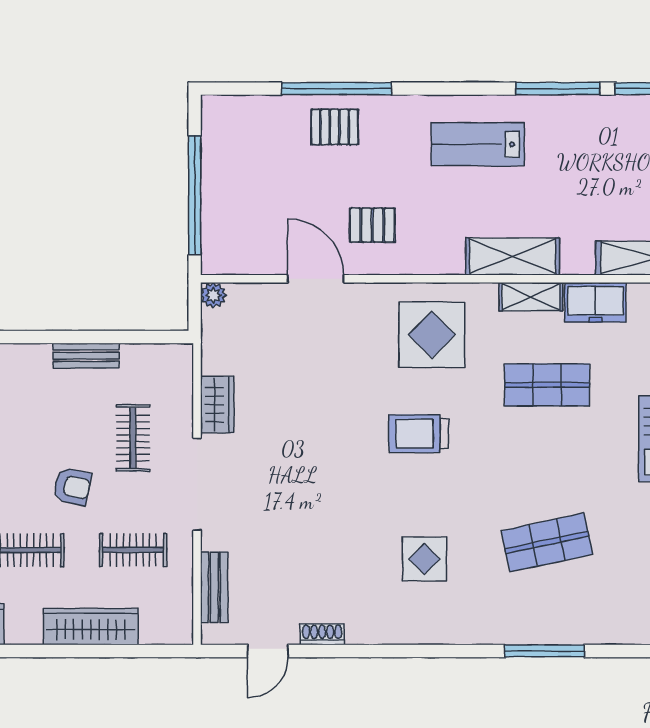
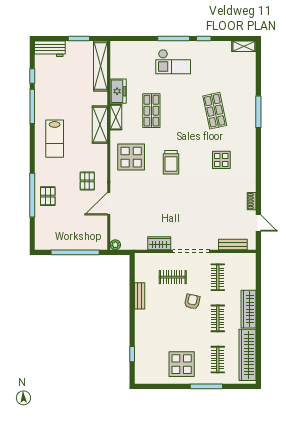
wardrobe: (91, 627) -> (249, 309), moved

